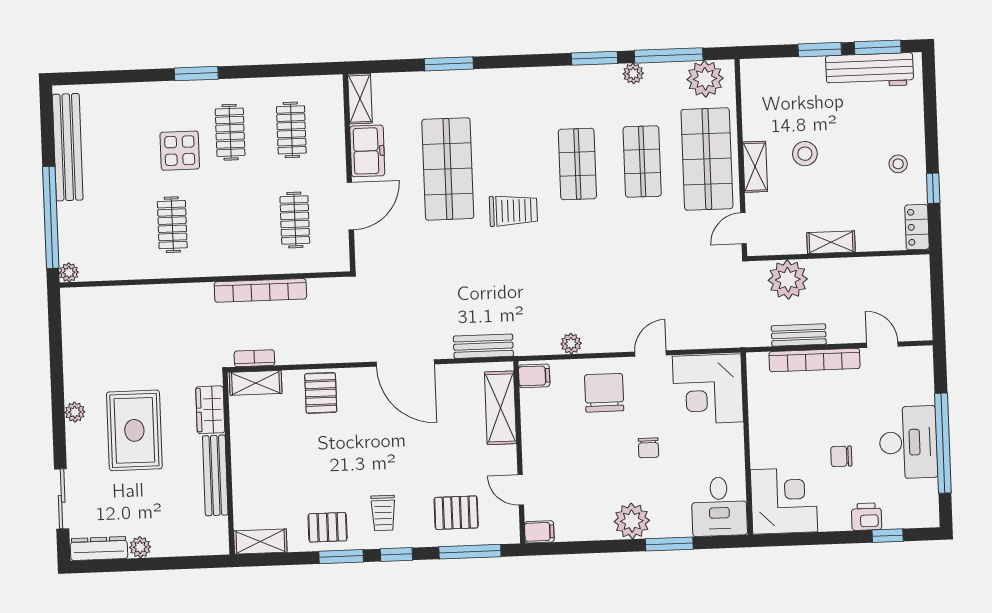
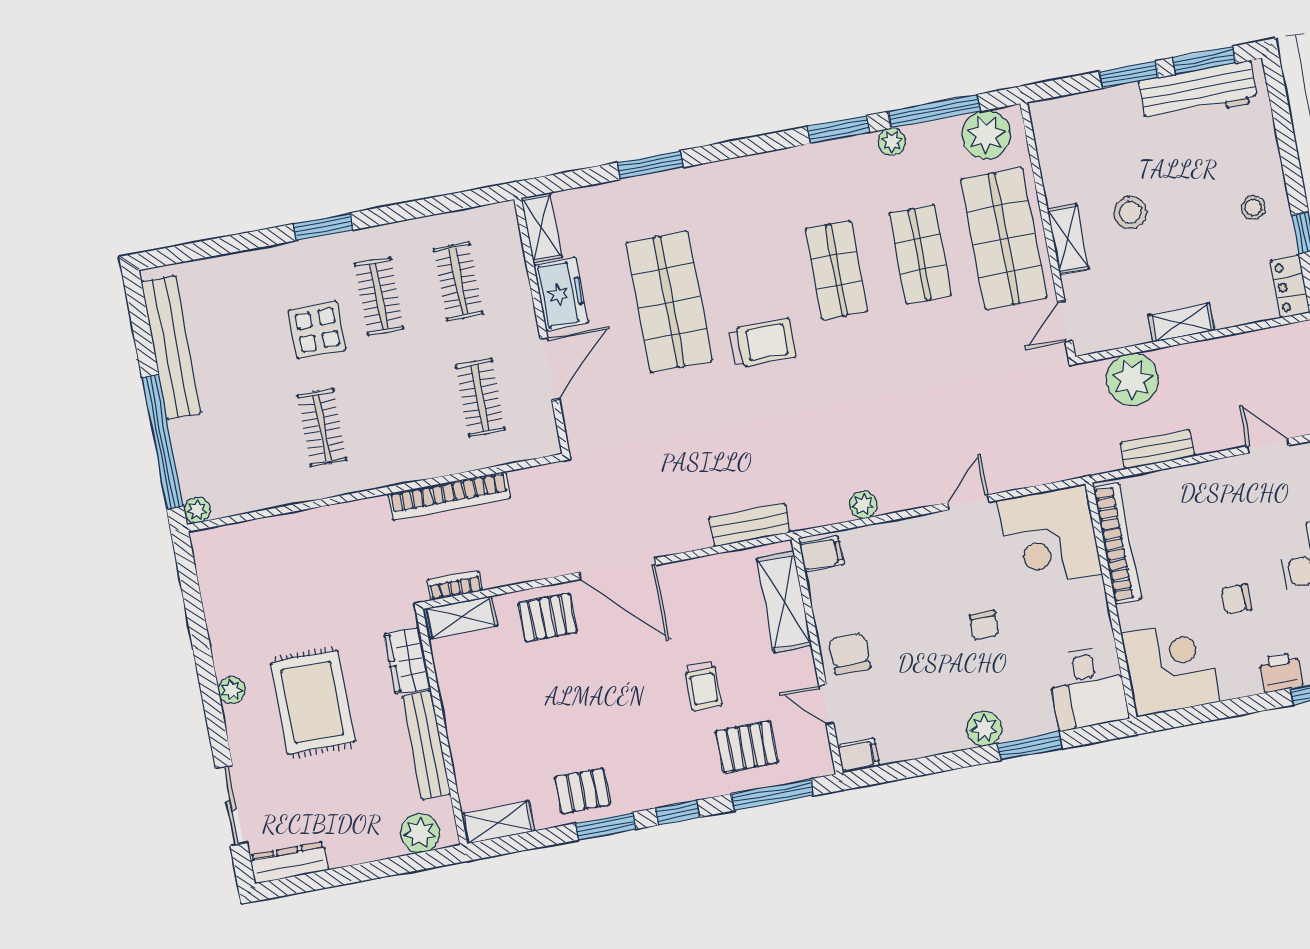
bookcase: (815, 360) -> (1117, 543), moved, turned -90
door: (405, 363) -> (617, 569), moved
pallet: (321, 393) -> (548, 618), turned 90
chair: (604, 393) -> (850, 654), moved, width x0.73, depth x0.73
trolley: (383, 513) -> (703, 686), moved
plant: (632, 521) -> (984, 729), width x0.73, depth x0.73
plant: (140, 547) -> (420, 833), moved, width x1.38, depth x1.38

